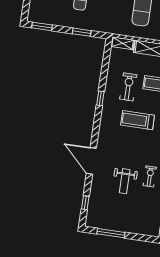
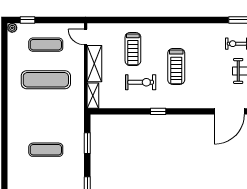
exercise bike: (128, 87) -> (141, 82), turned 180

